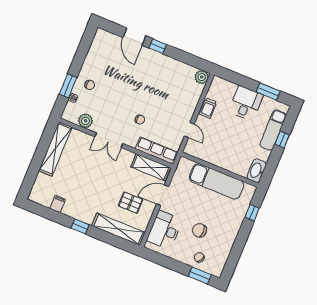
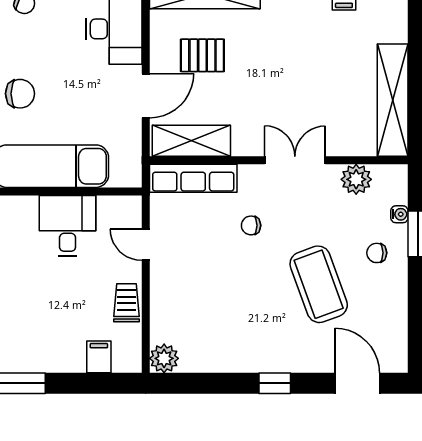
door: (134, 37) -> (357, 383), moved
coffee table: (121, 82) -> (319, 284), added
filing cabinet: (230, 89) -> (99, 357), added
desk: (246, 103) -> (68, 226), moved, turned 180
chair: (199, 230) -> (20, 94), moved

